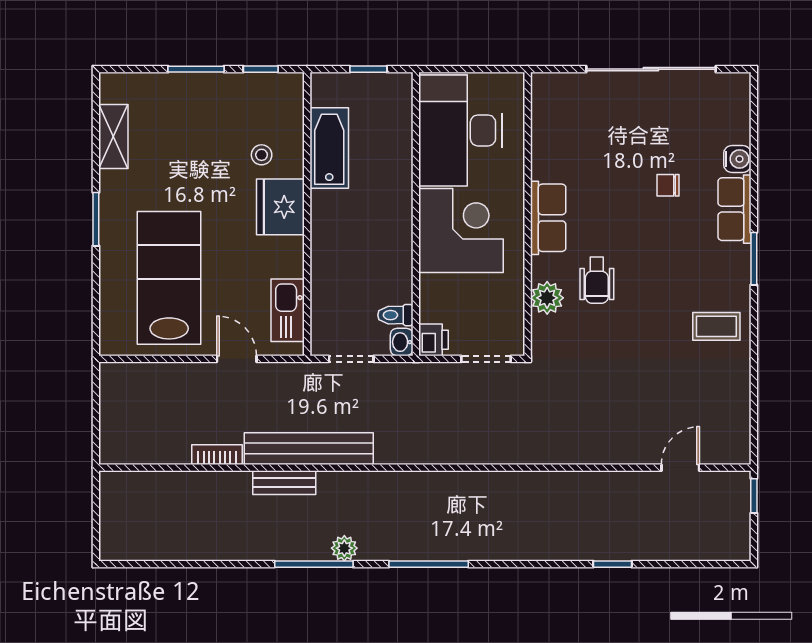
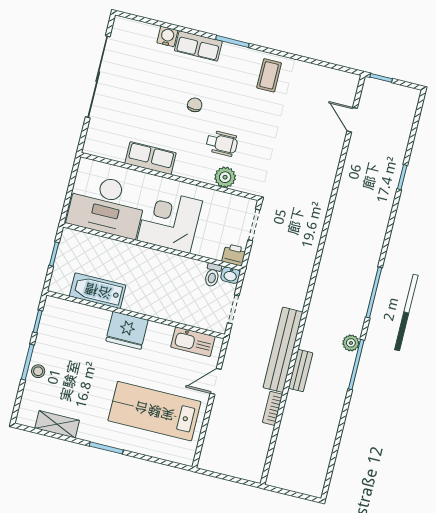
stool: (262, 155) -> (38, 371), moved
chair: (668, 185) -> (195, 105), moved, turned 180
row of seats: (548, 218) -> (151, 158), moved

